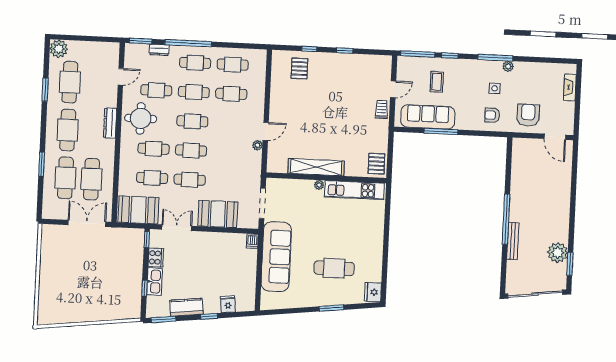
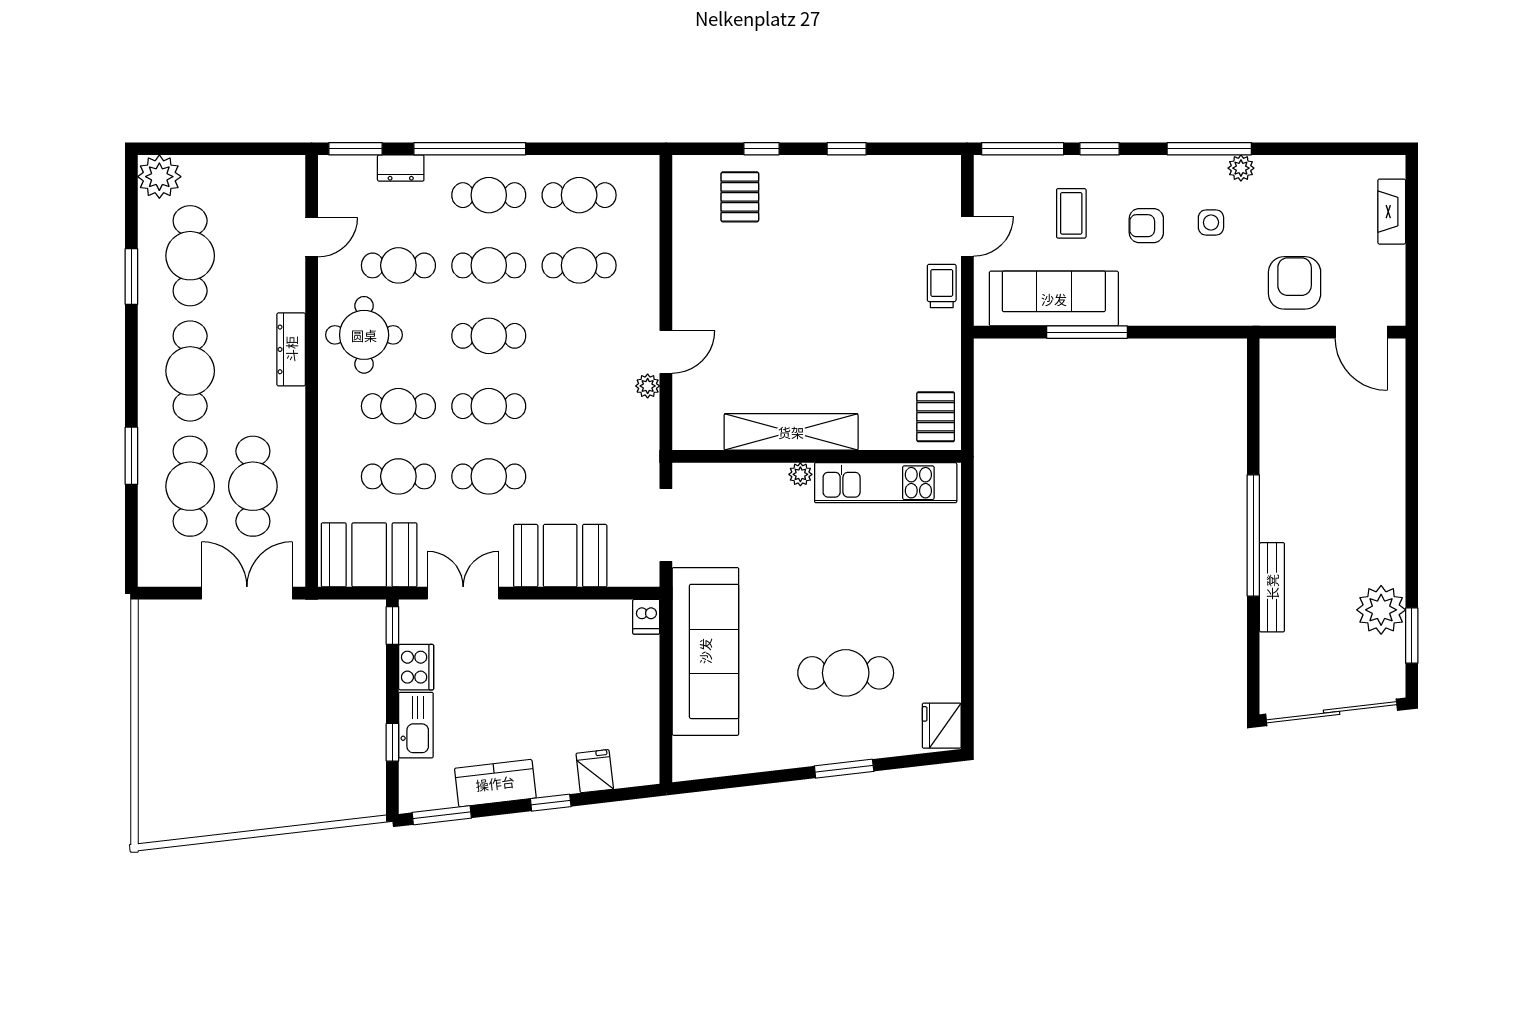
armchair: (492, 115) -> (1146, 226), moved

